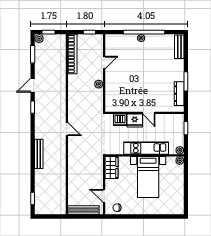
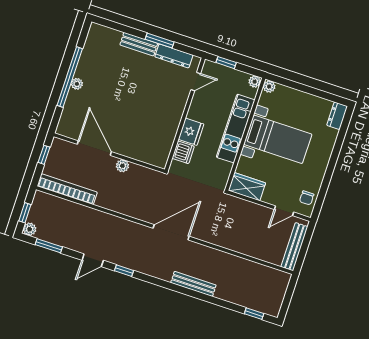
bench: (179, 47) -> (139, 44), moved
door: (104, 63) -> (94, 148), width x1.87
door: (33, 85) -> (93, 260), hinge flipped
door: (149, 113) -> (196, 82), moved
door: (67, 129) -> (171, 232), width x1.87
dresser: (175, 210) -> (337, 116), added

